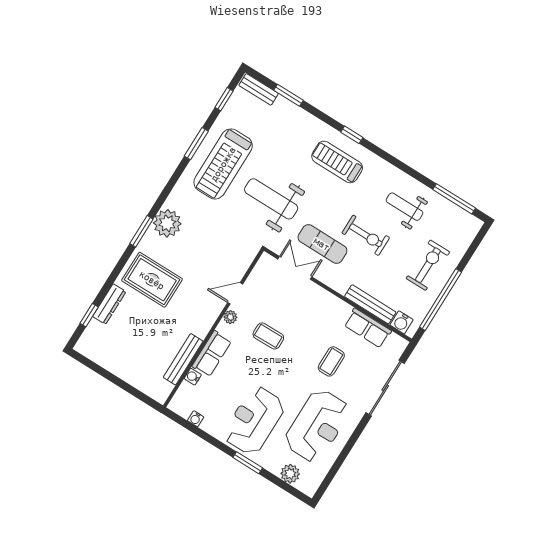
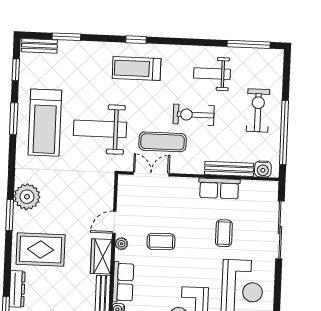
exercise bike: (366, 235) -> (194, 115), turned 180
wardrobe: (205, 318) -> (101, 256), added
row of seats: (368, 328) -> (219, 188), moved

